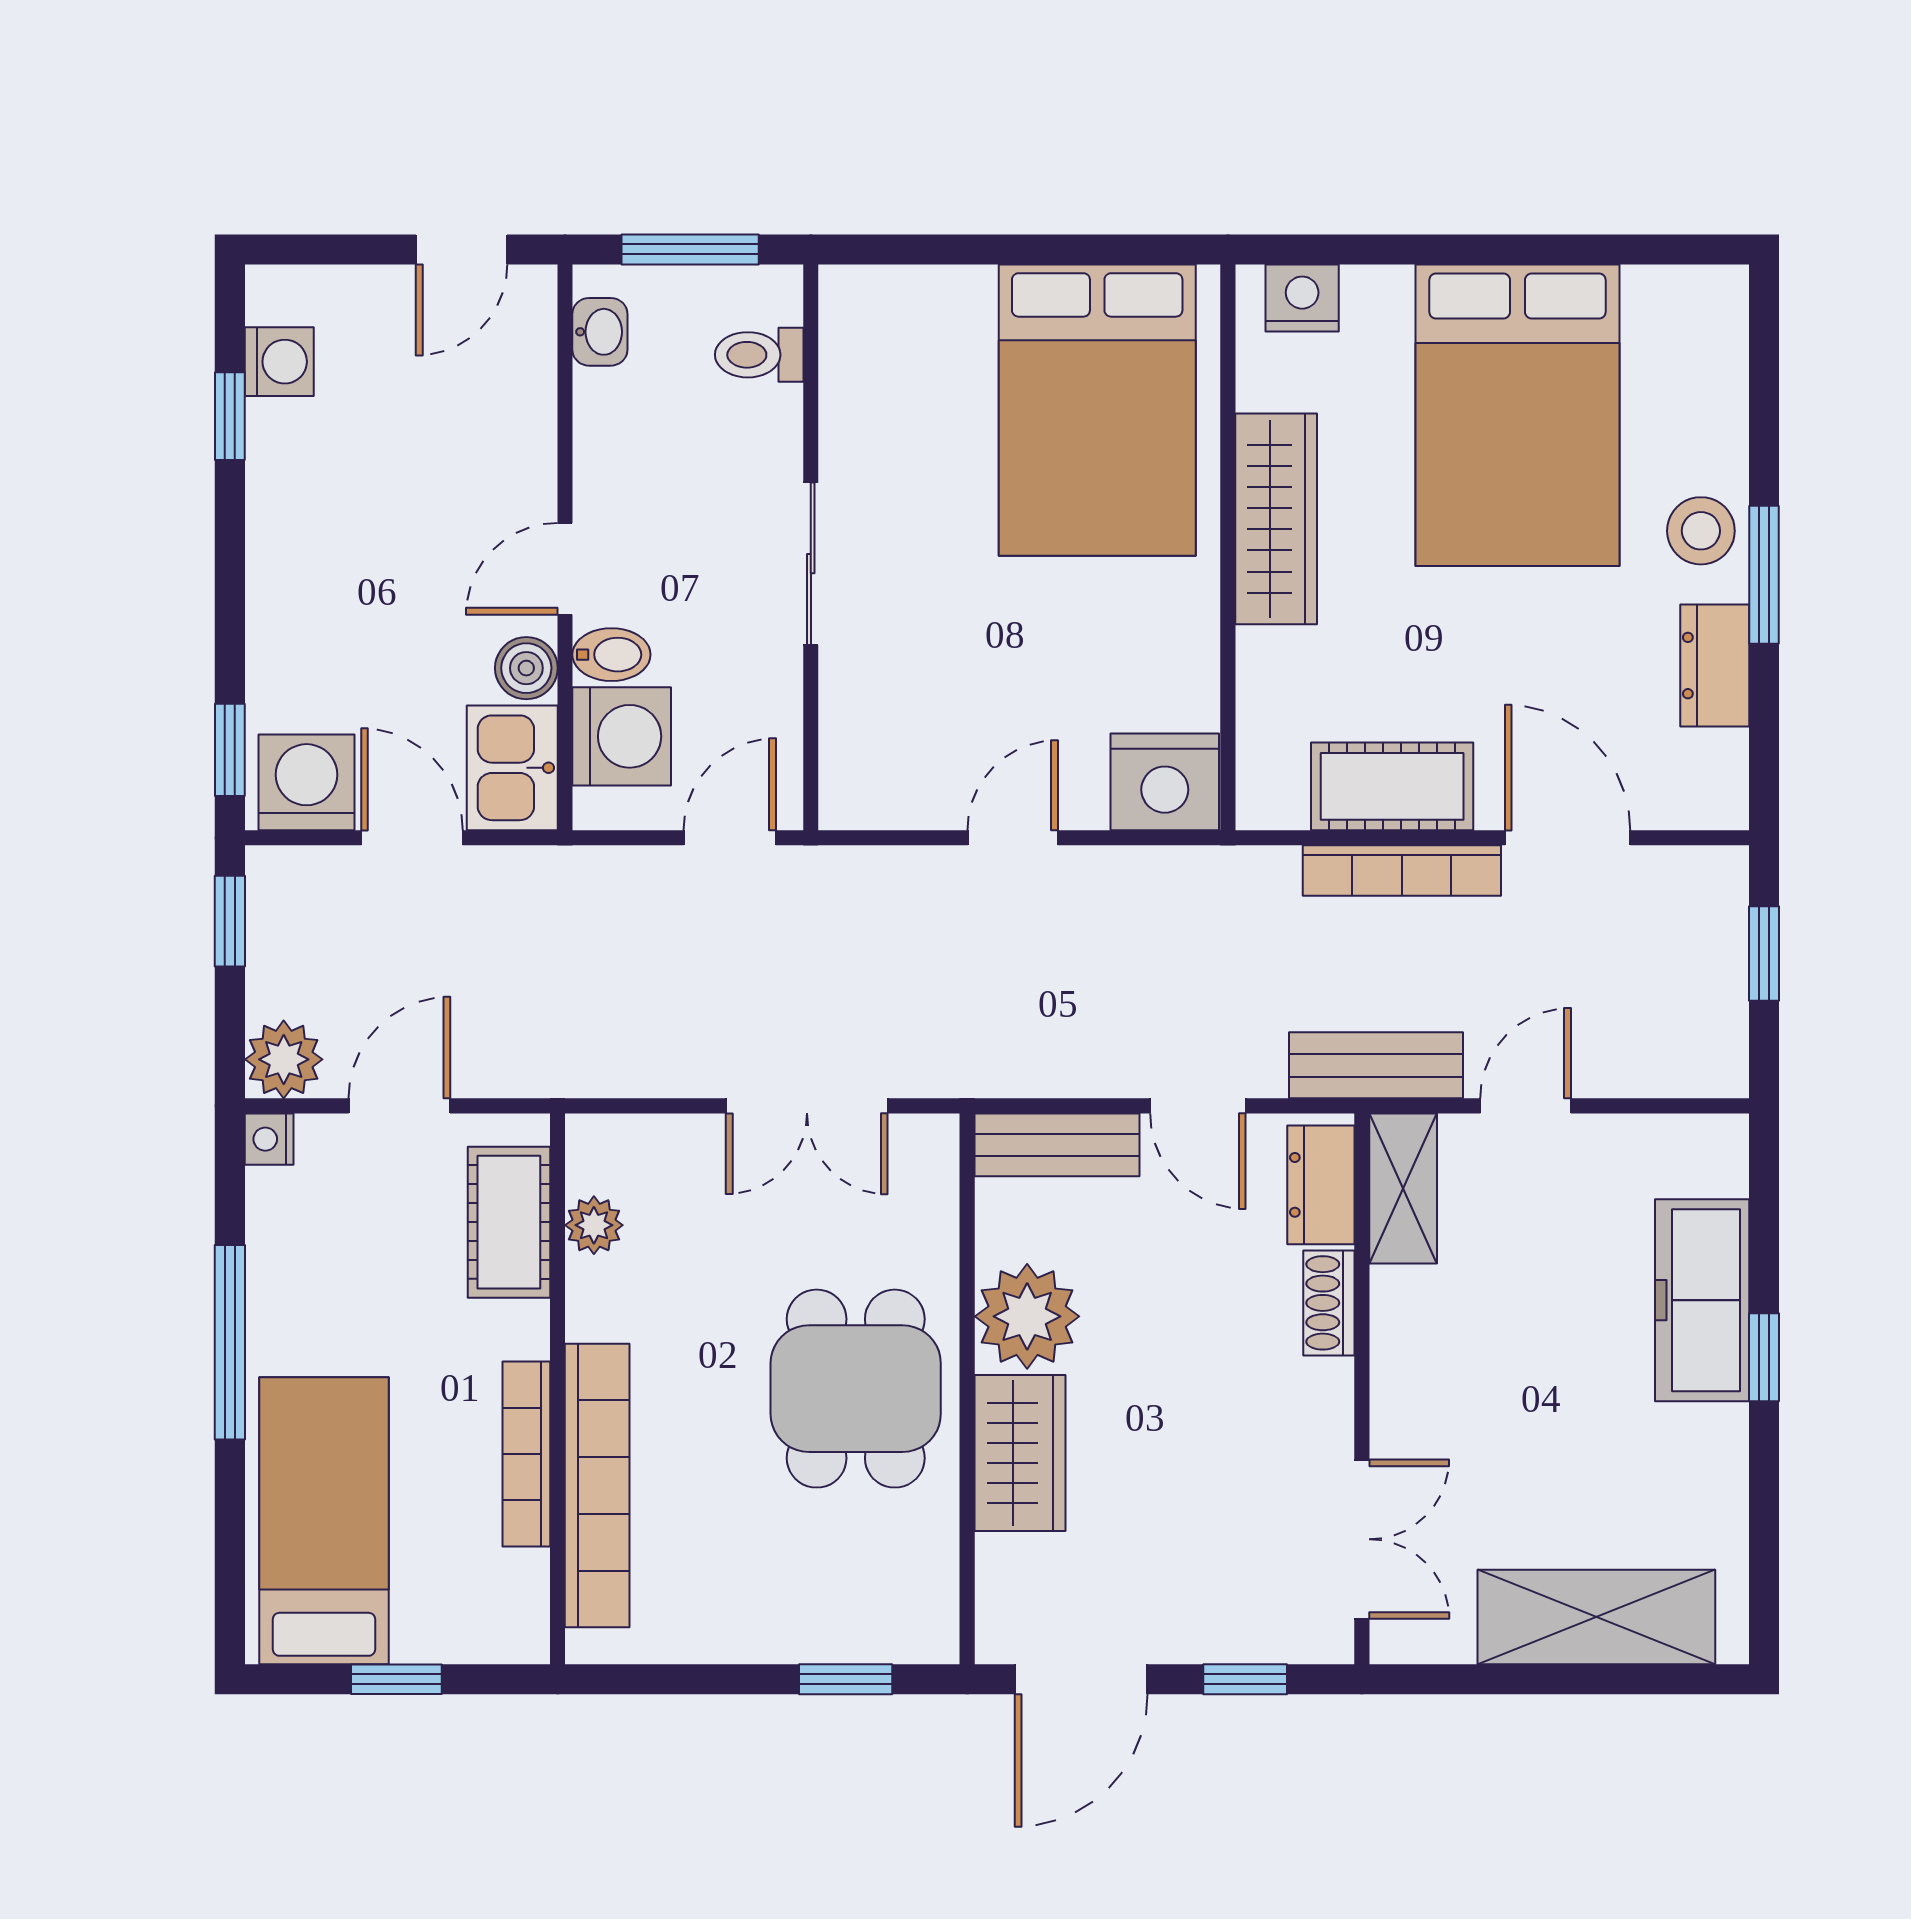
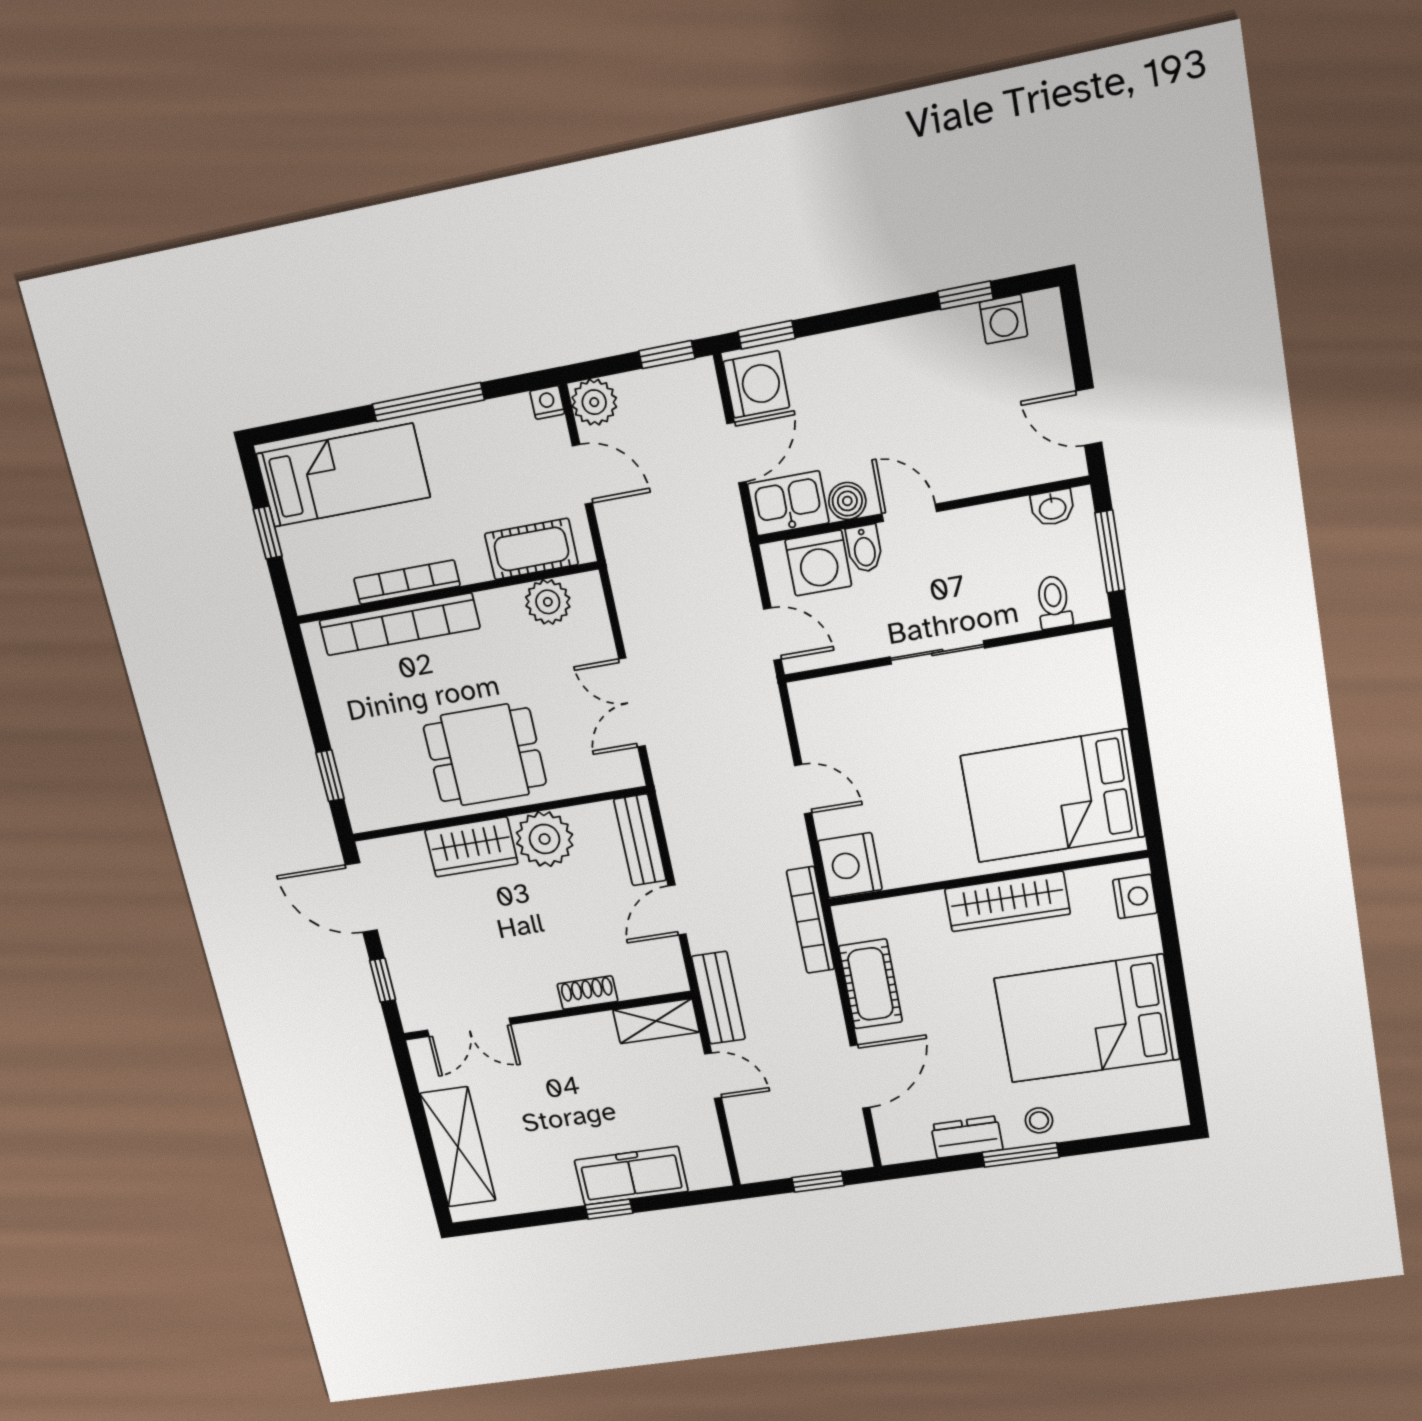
stool: (1701, 531) -> (1039, 1120), width x0.73, depth x0.73
bookcase: (1402, 871) -> (811, 920), moved
dresser: (1321, 1185) -> (649, 979), removed
plant: (594, 1225) -> (548, 602), width x1.38, depth x1.38

